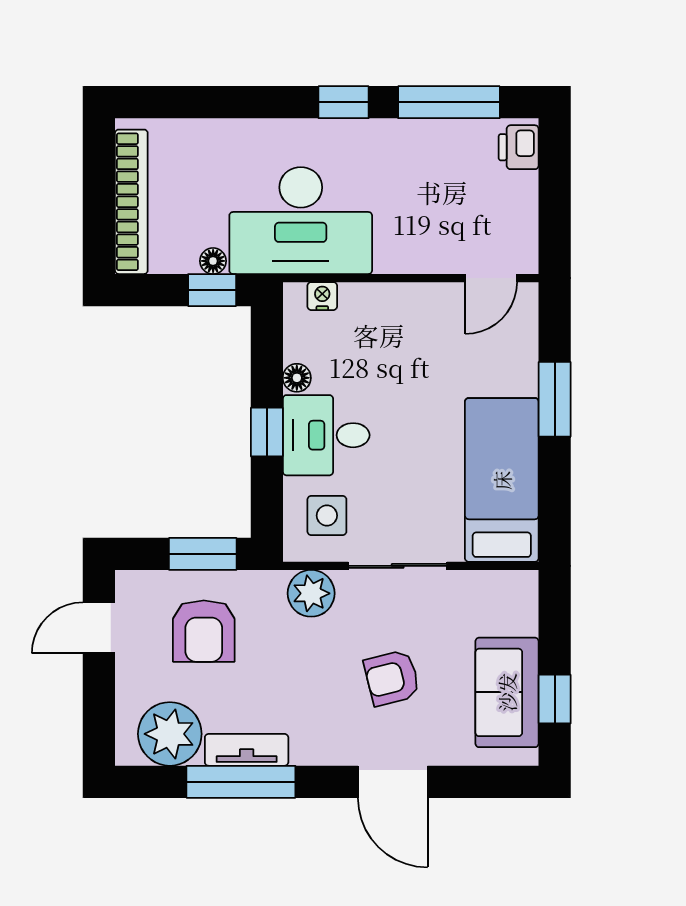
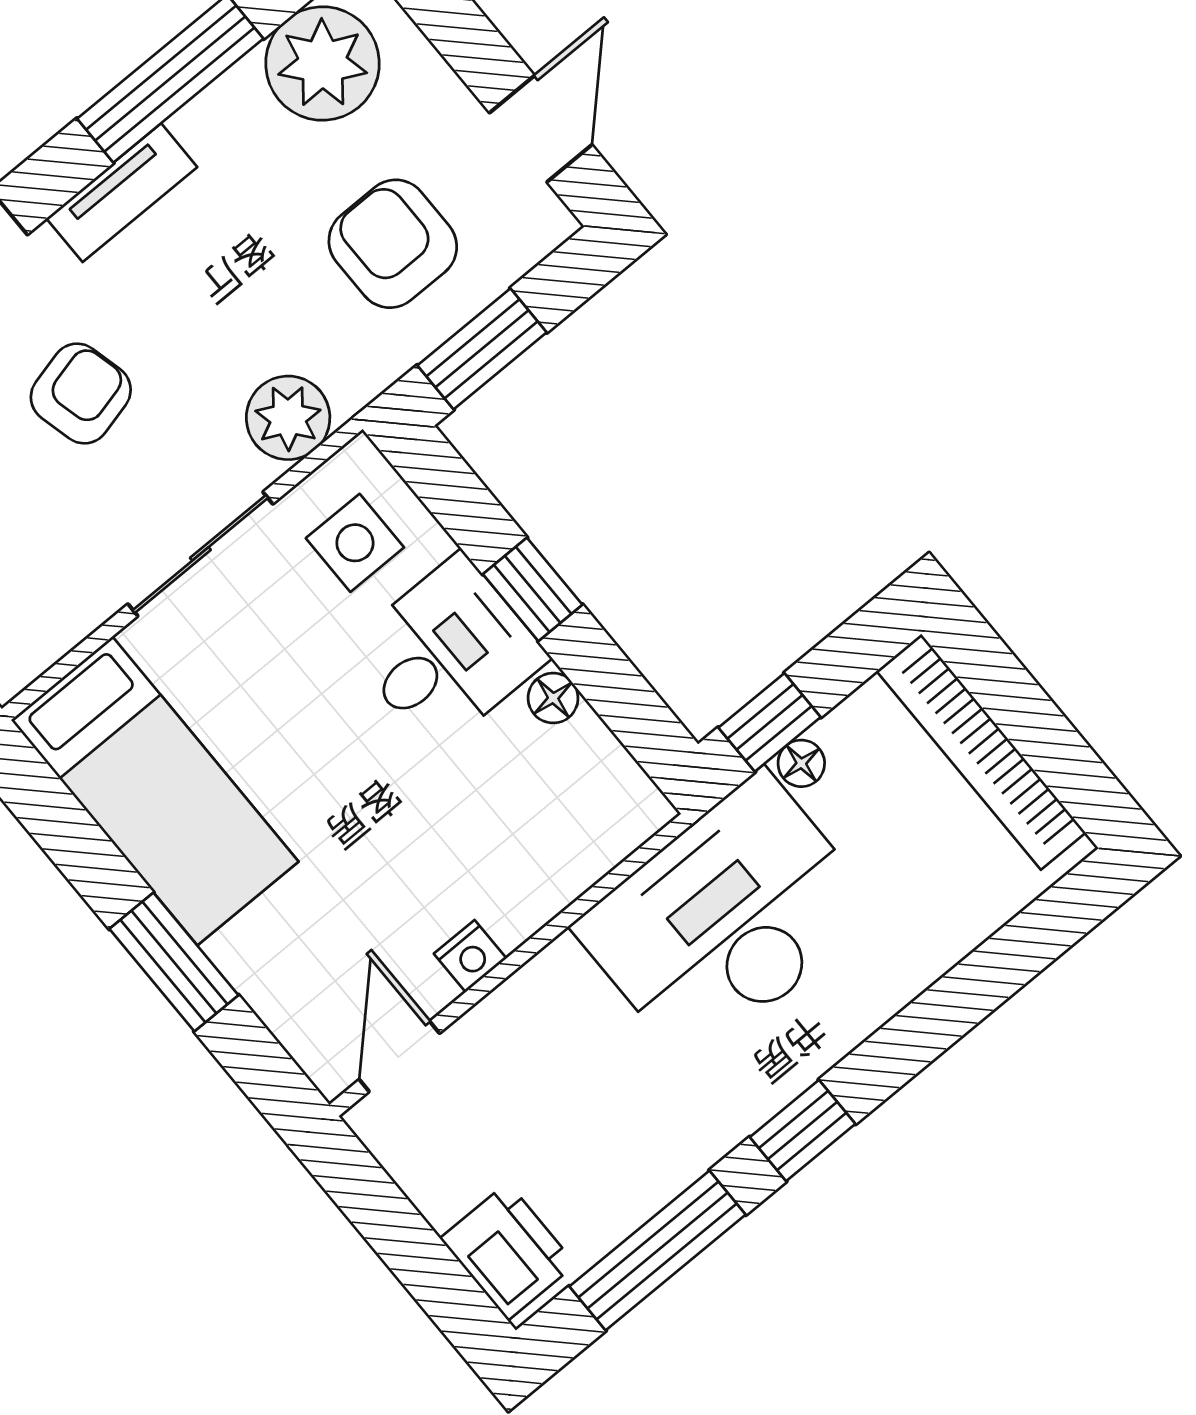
printer: (519, 147) -> (508, 1251), width x1.36, depth x1.24
nightstand: (322, 296) -> (470, 956), moved
tv unit: (247, 750) -> (122, 193), moved

